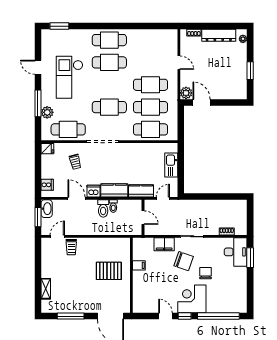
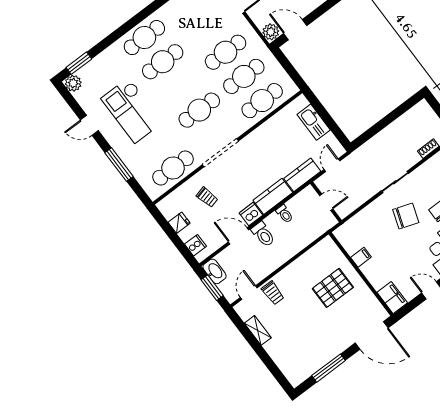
plant: (47, 112) -> (73, 83), moved
fridge: (47, 149) -> (179, 223), moved
toilet: (103, 208) -> (263, 234), moved
filing cabinet: (164, 244) -> (392, 298), moved, turned -90
shelving: (46, 289) -> (258, 330), moved

